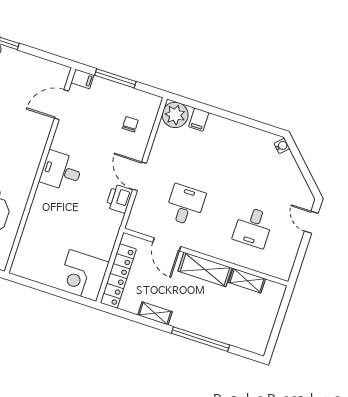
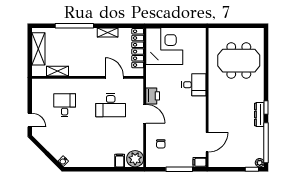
desk: (61, 171) -> (194, 85), moved
desk: (185, 205) -> (111, 105), width x1.37
shelving: (205, 269) -> (38, 49), moved, turned 90
corner desk: (83, 275) -> (164, 46), width x1.36, depth x1.36

